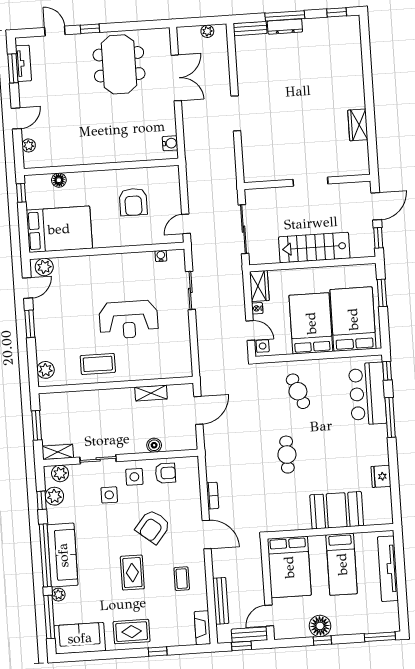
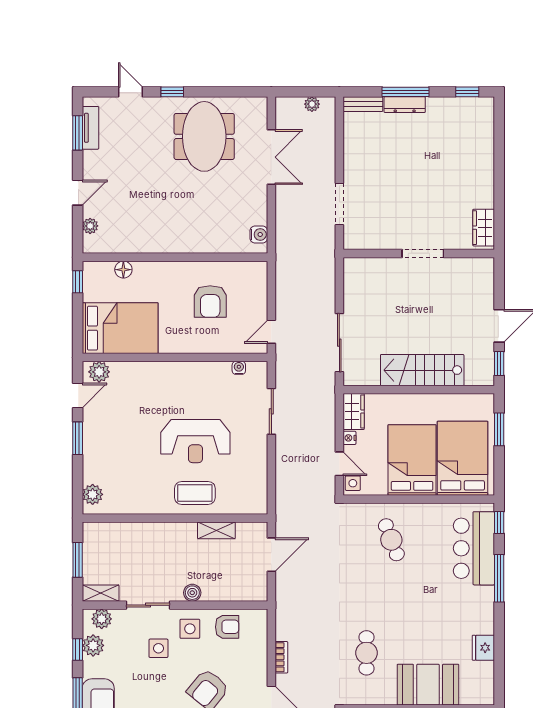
wall: (307, 182) -> (419, 253), moved
doorway: (310, 182) -> (423, 253), moved
coffee table: (98, 364) -> (195, 493), moved
boiler: (154, 445) -> (192, 593), moved
cafe table: (287, 455) -> (367, 653), moved

